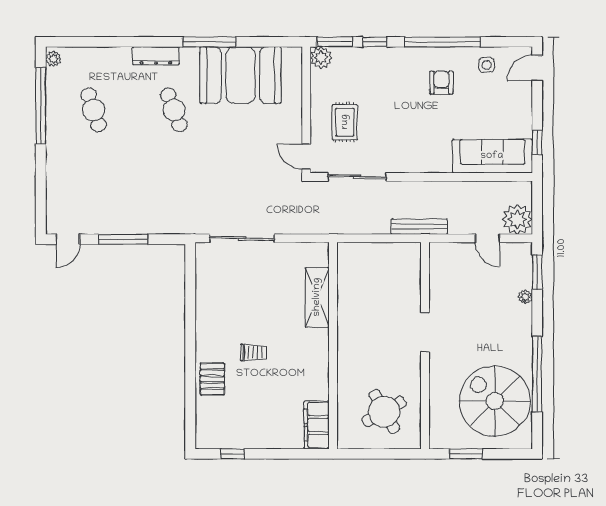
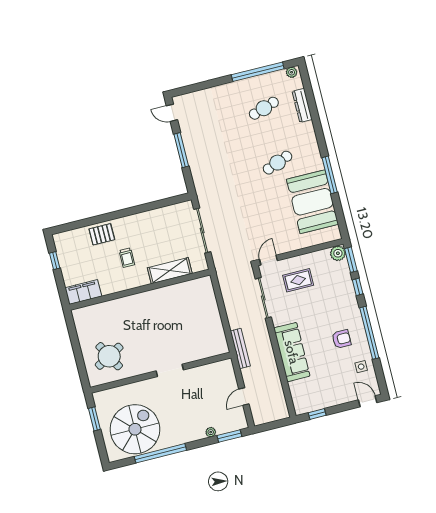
dresser: (156, 56) -> (302, 105), moved
sofa: (492, 156) -> (292, 352), moved
plant: (517, 219) -> (262, 414), removed
shelving: (317, 297) -> (170, 271), moved
wall: (333, 346) -> (140, 290), moved
filing cabinet: (317, 425) -> (83, 292), moved

